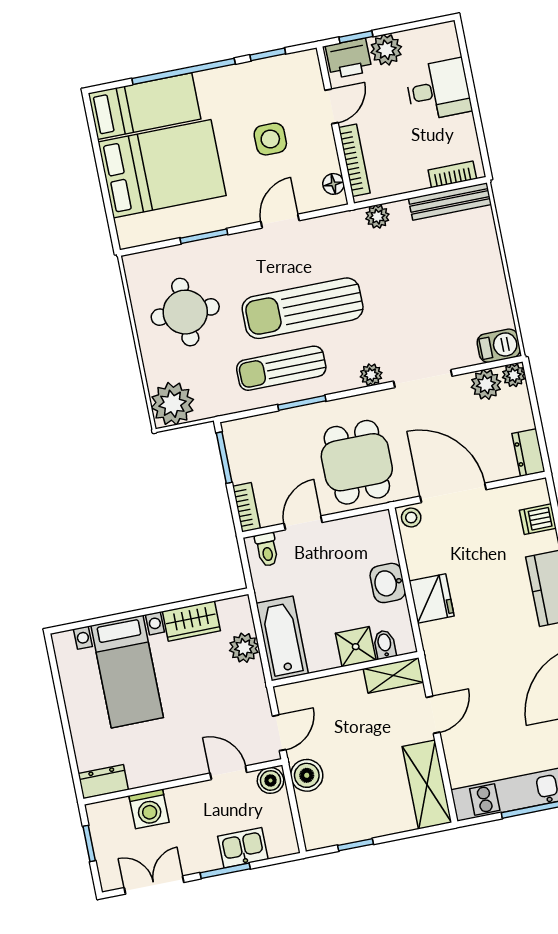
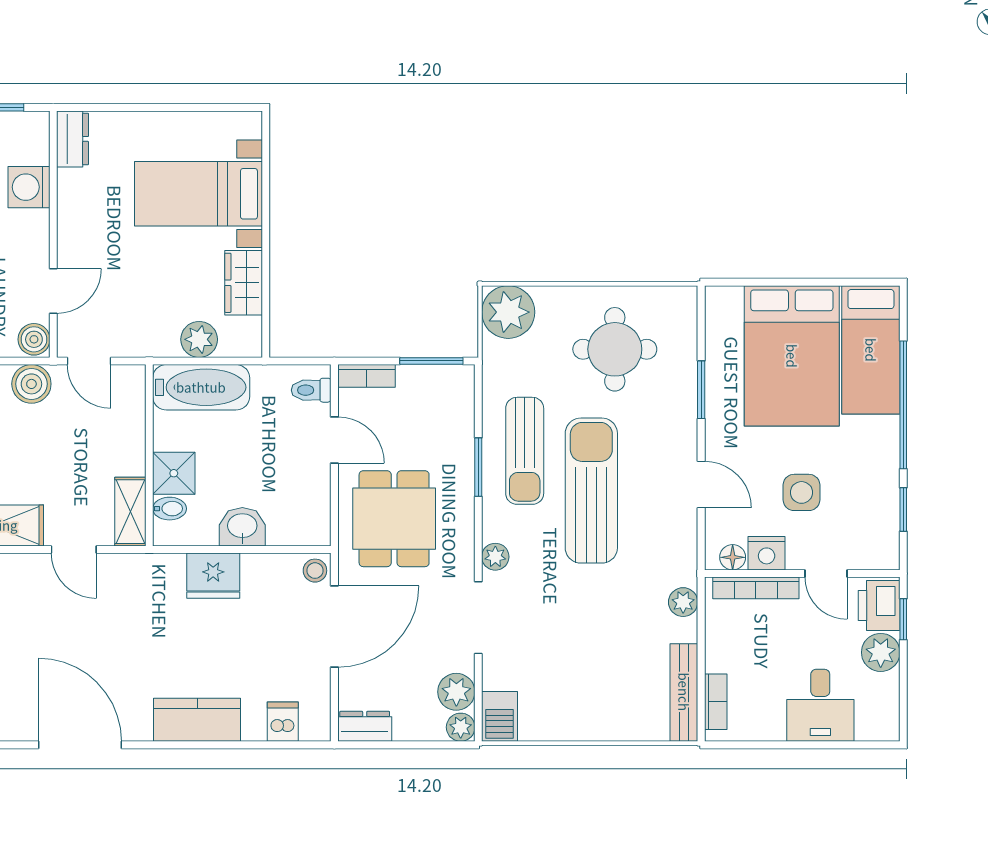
nightstand: (325, 157) -> (767, 553), added
sun lounger: (281, 368) -> (525, 451), turned 180
dining table: (357, 462) -> (394, 519), turned 90

